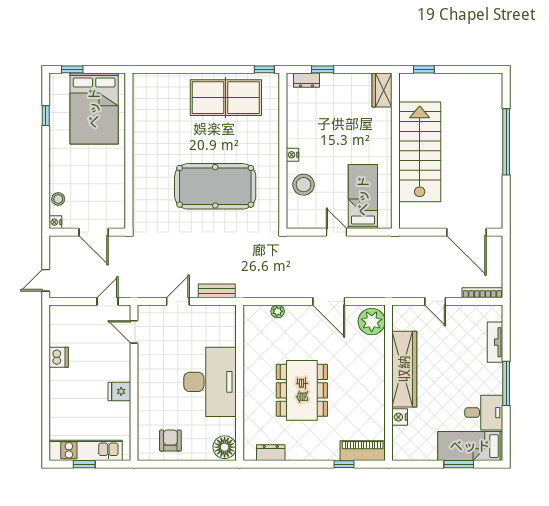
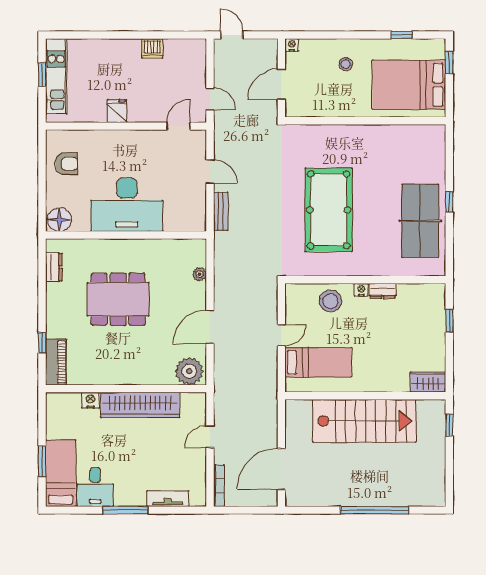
window: (264, 69) -> (449, 202), moved
dresser: (307, 80) -> (383, 291), moved, turned -90
stool: (58, 199) -> (346, 64), moved

